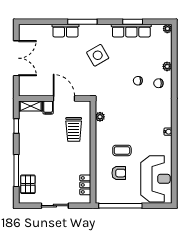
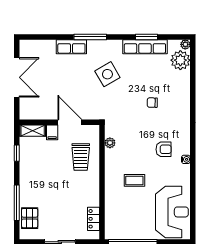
plant: (167, 66) -> (180, 60), moved, width x1.88, depth x1.88
chair: (158, 83) -> (175, 105), removed
armchair: (119, 173) -> (164, 149), moved

